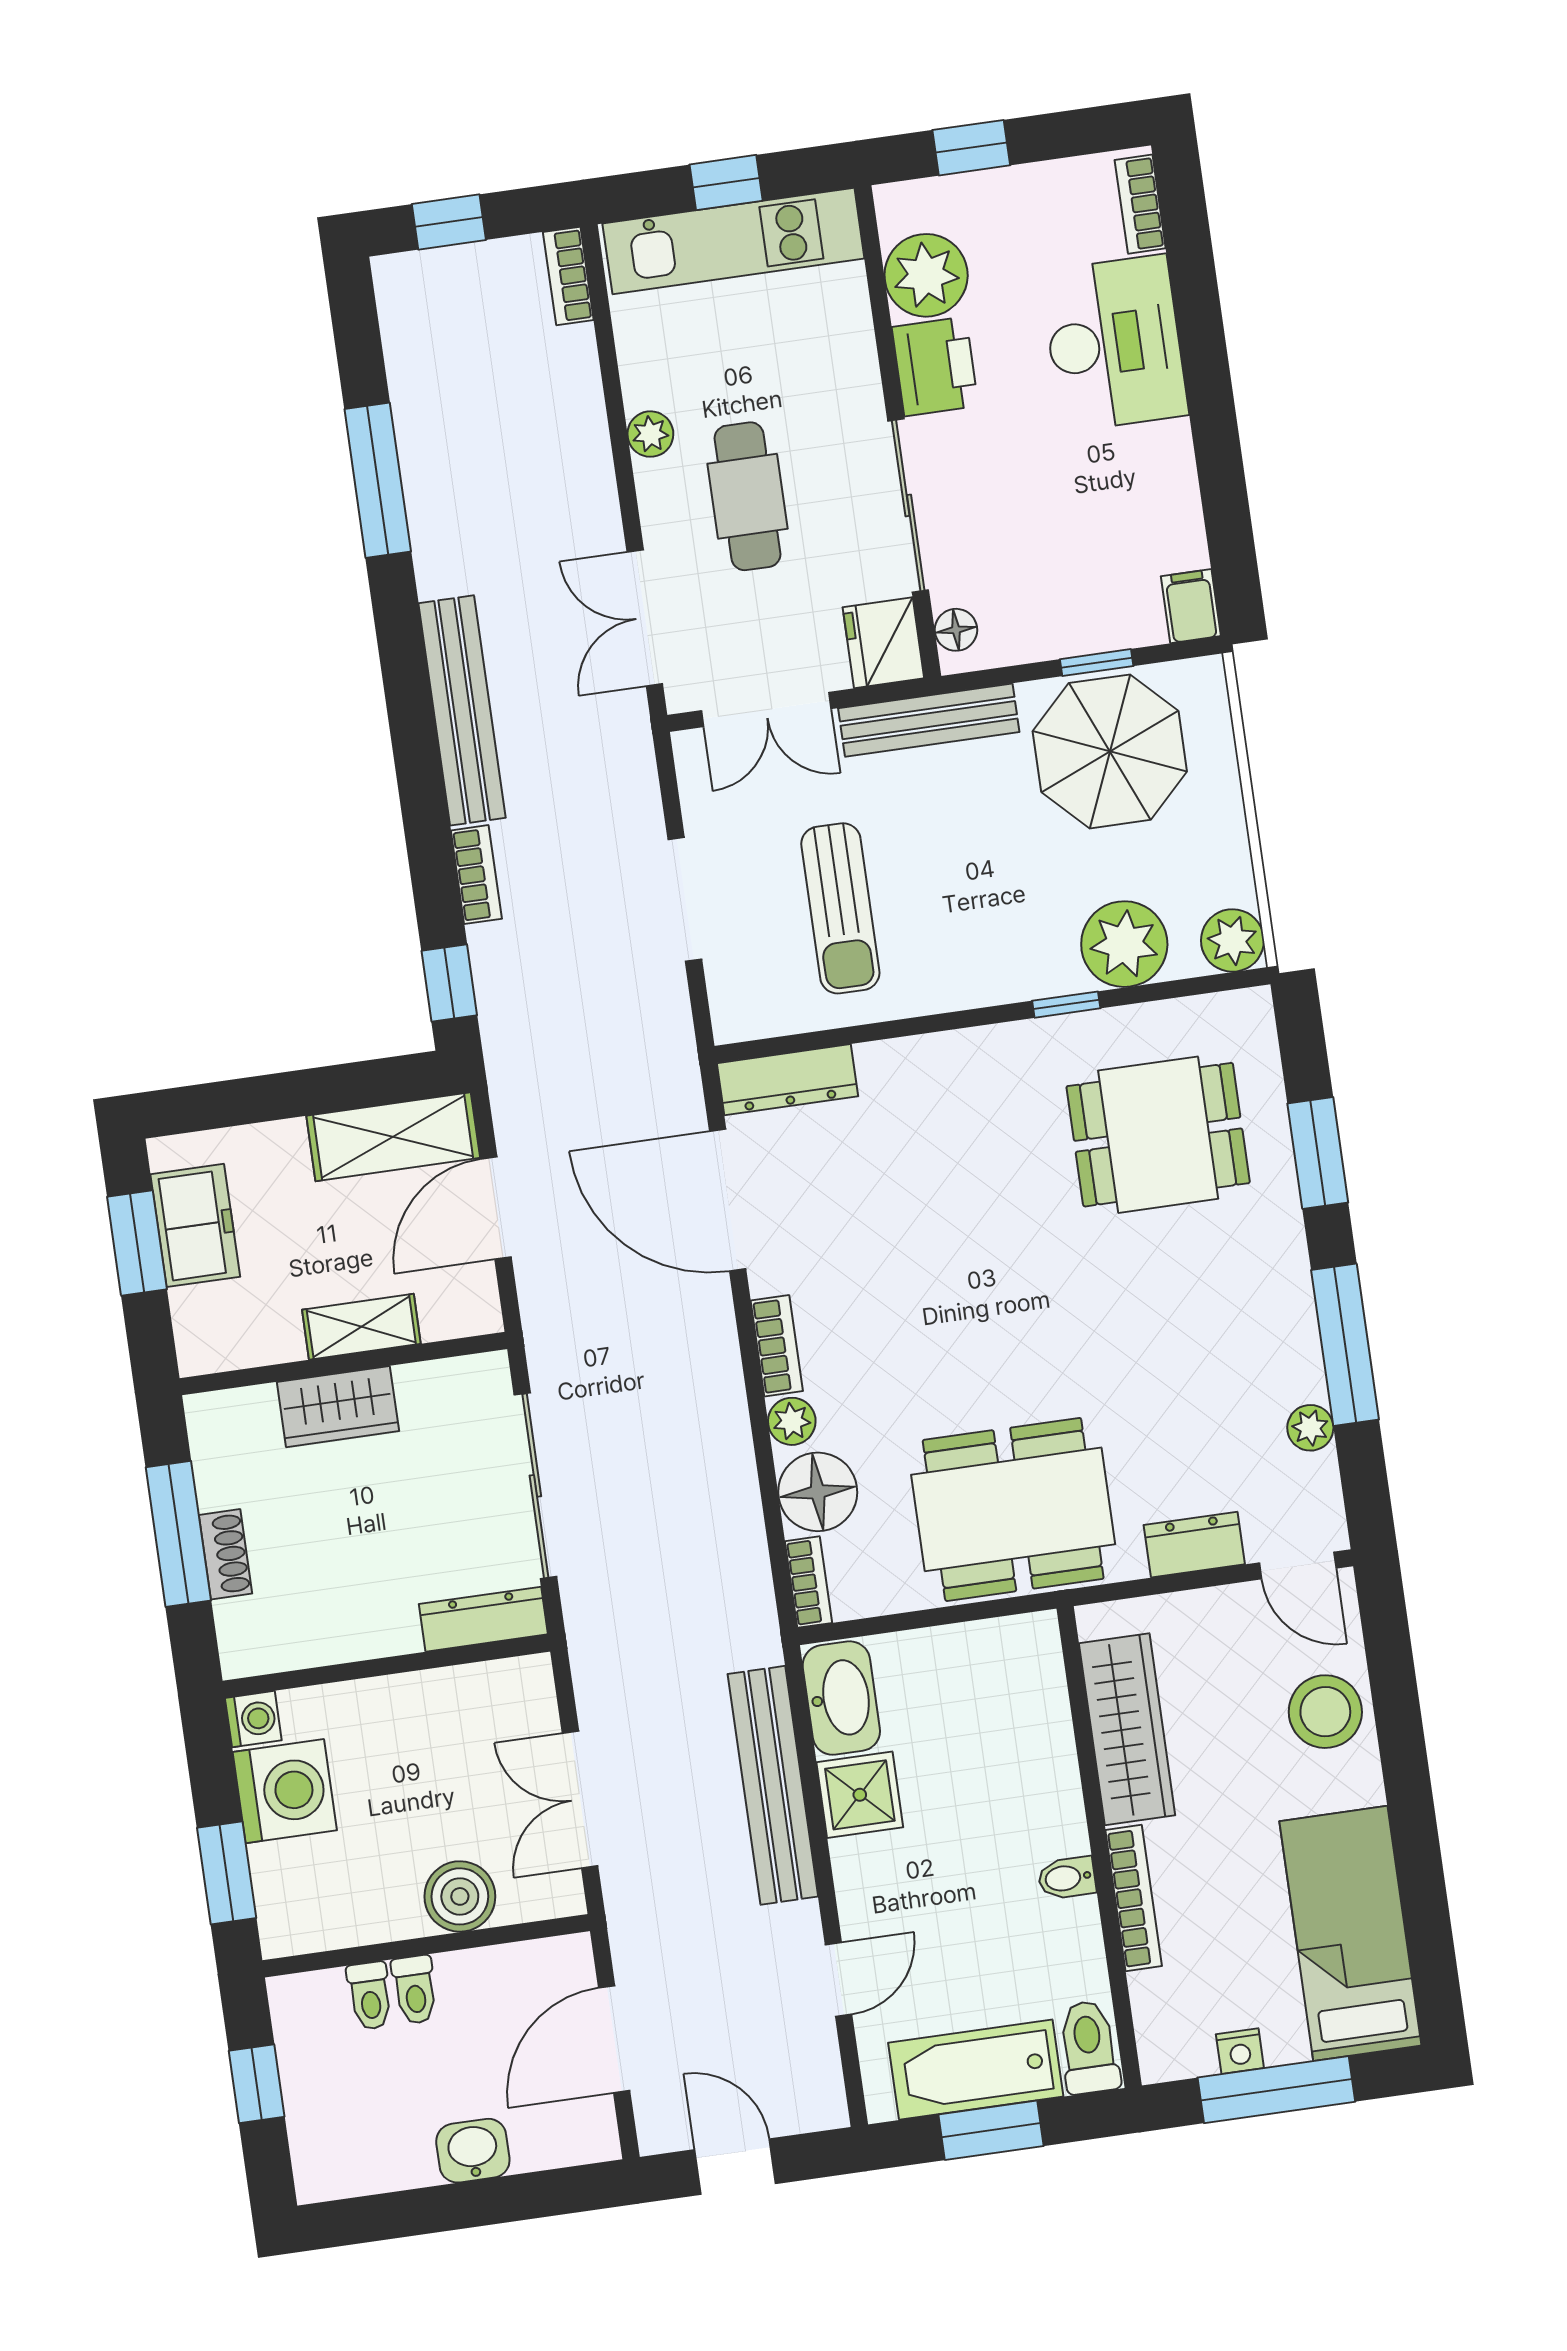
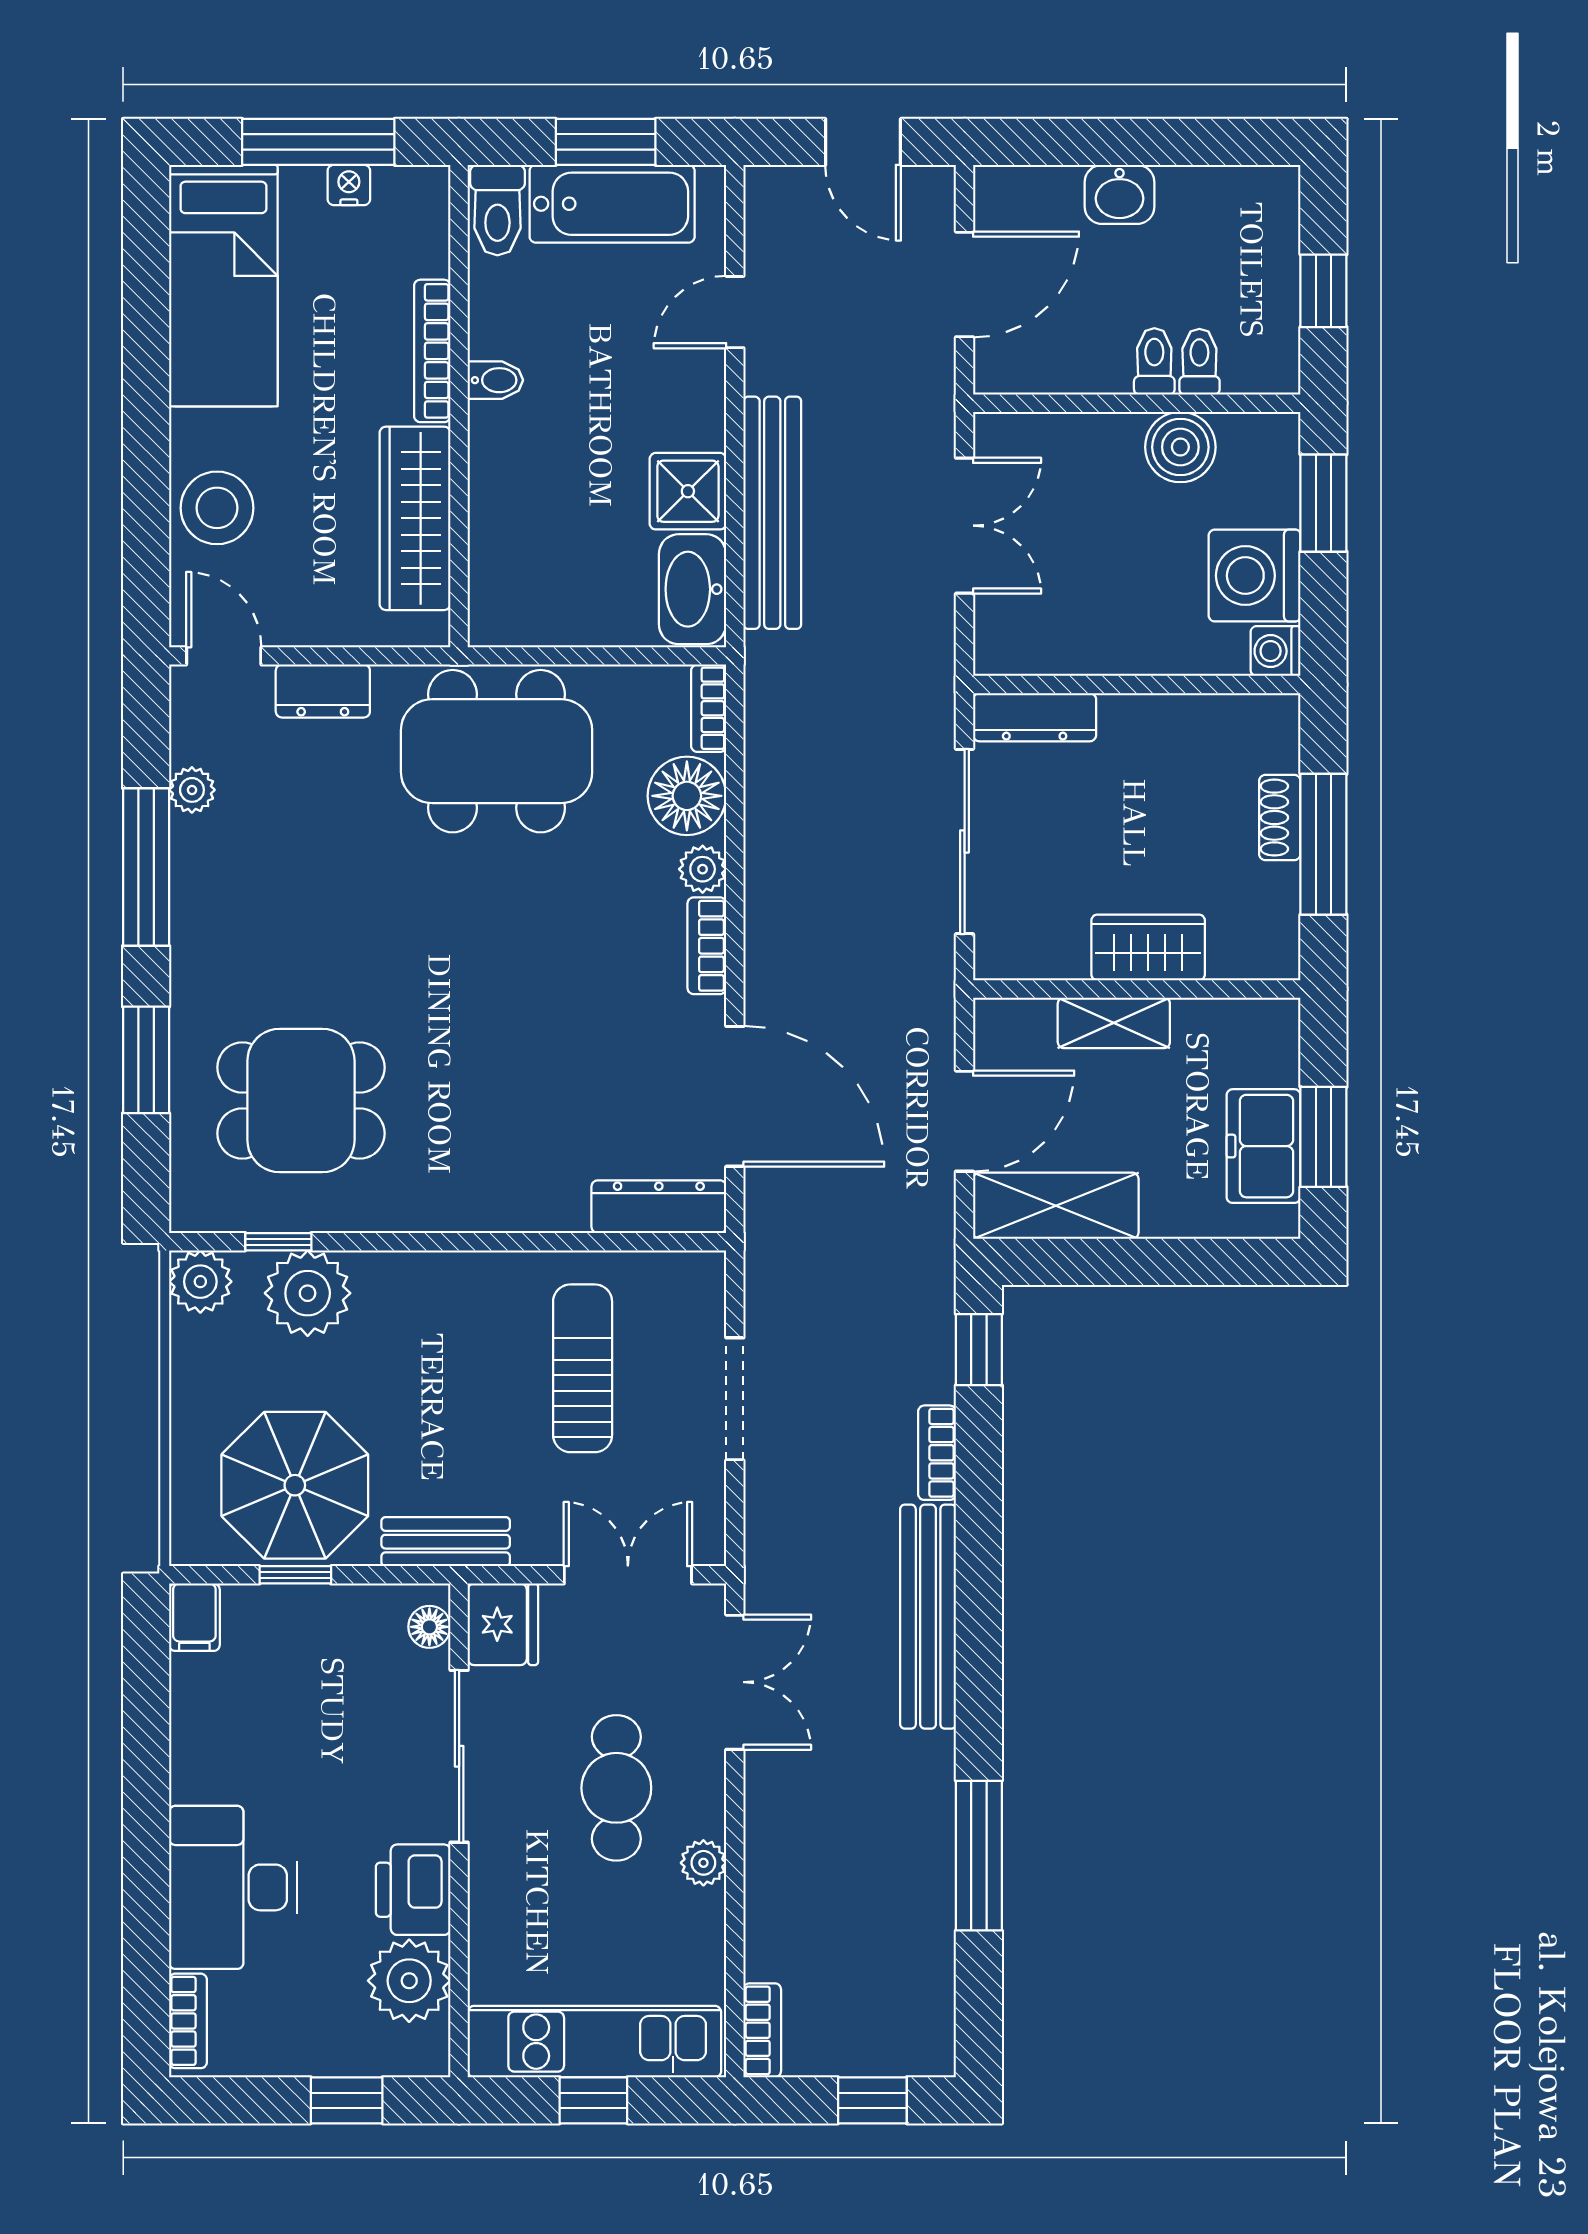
bench: (929, 720) -> (446, 1542), width x0.73
window: (1066, 1005) -> (278, 1242), moved
boiler: (460, 1896) -> (1180, 447), moved

